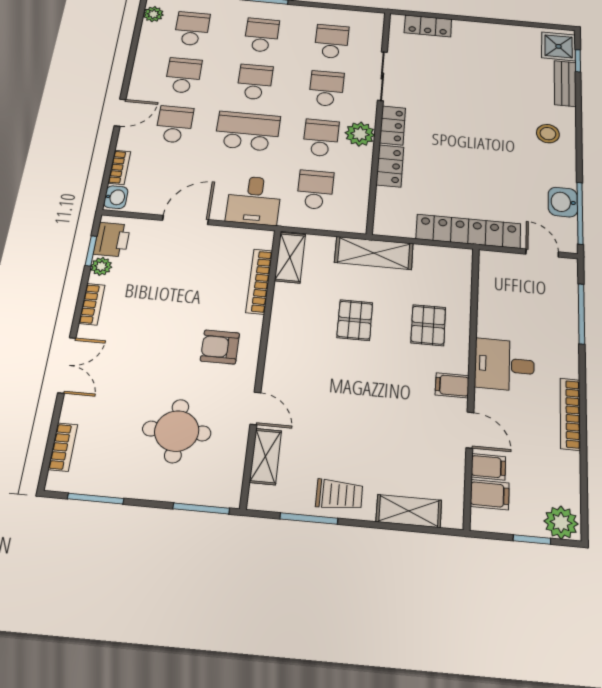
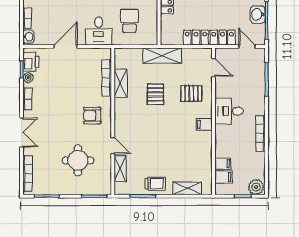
shelving: (290, 257) -> (121, 83), moved
pallet: (428, 325) -> (191, 93), turned 90
door: (470, 430) -> (213, 67), moved
bookcase: (63, 447) -> (28, 173), width x1.56

